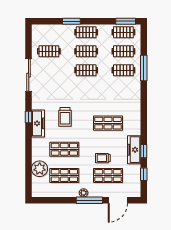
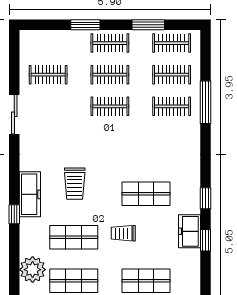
window: (126, 21) -> (148, 25), moved
sliding door: (29, 75) -> (14, 114), width x0.73
window: (29, 117) -> (14, 214), moved
freezer: (134, 150) -> (189, 231), width x0.71
trolley: (103, 158) -> (123, 233), moved
window: (144, 174) -> (205, 198), moved

